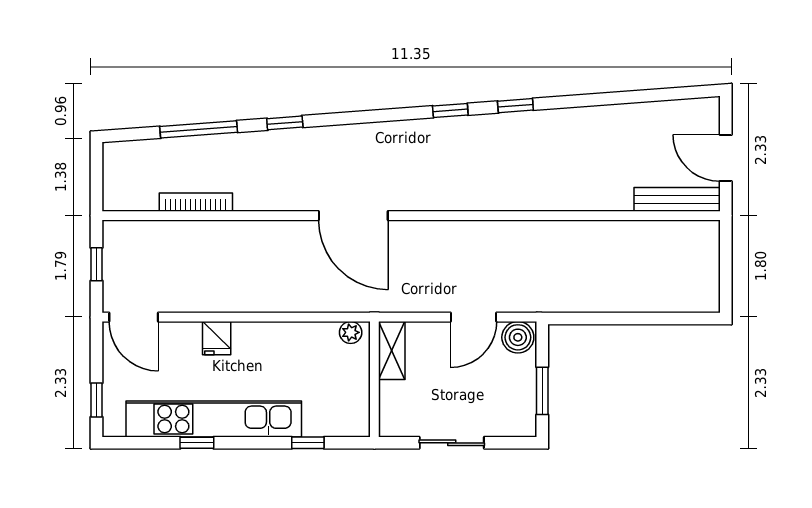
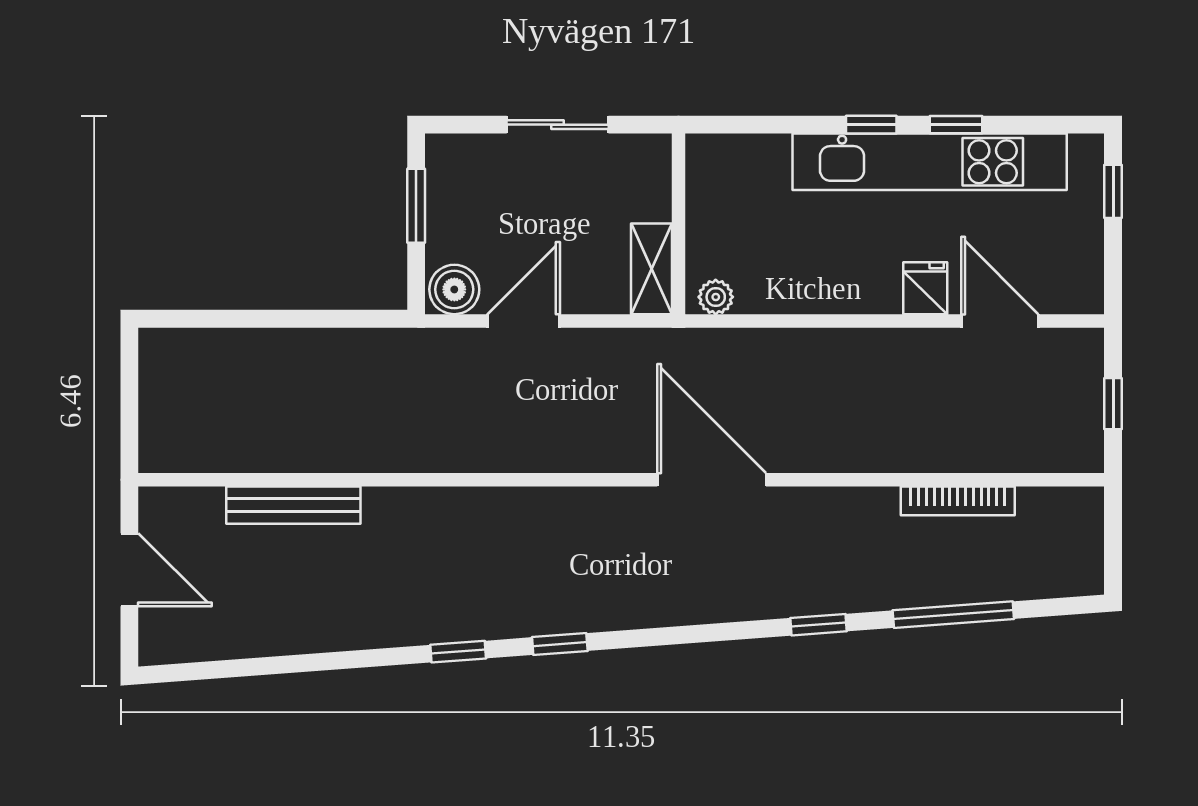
bench: (677, 199) -> (293, 505), moved
door: (134, 317) -> (1000, 321), moved
window: (308, 443) -> (871, 125), moved

